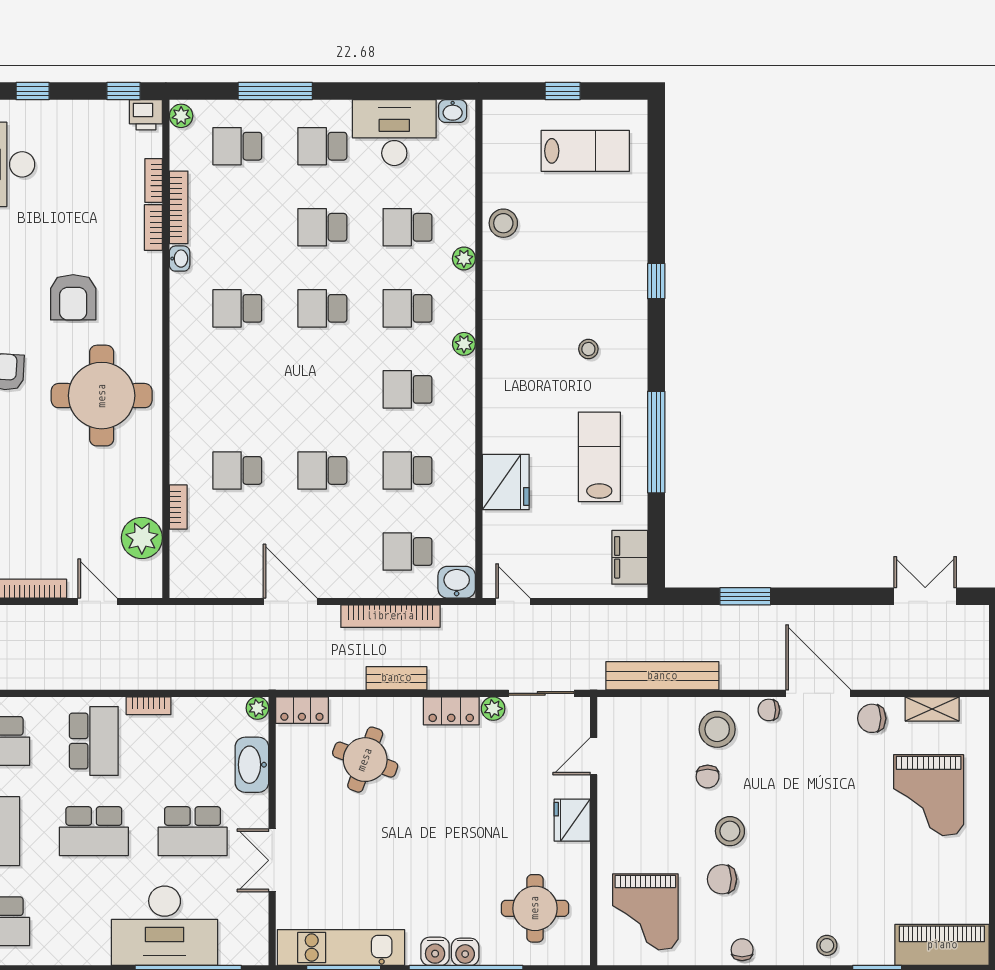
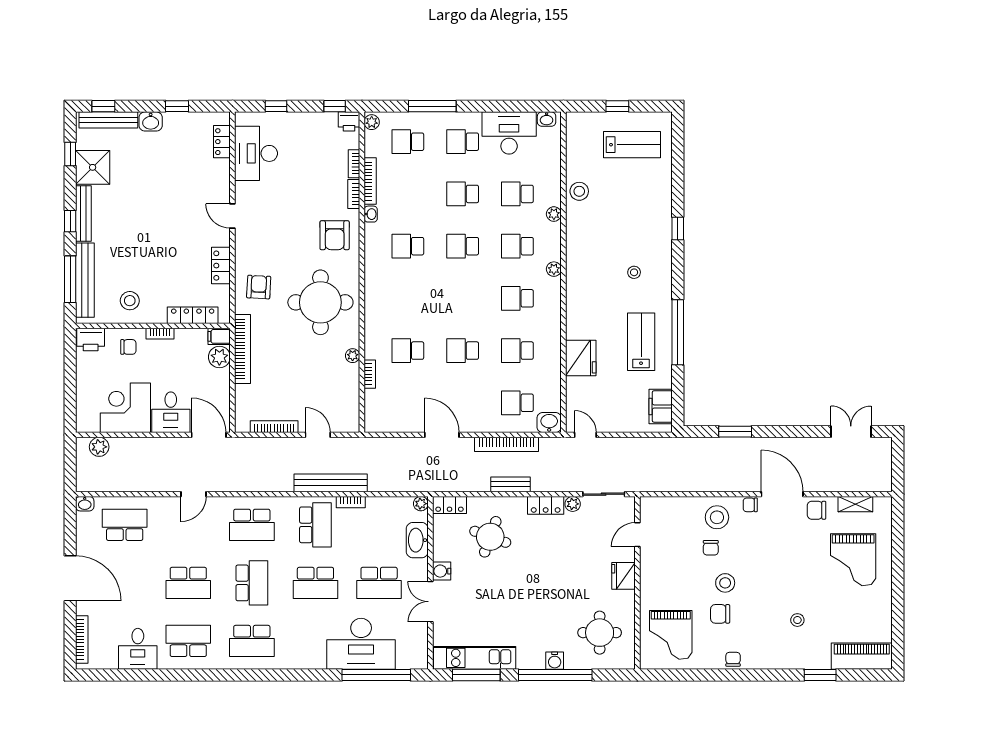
armchair: (73, 297) -> (335, 235), moved
plant: (142, 538) -> (353, 356), moved, width x0.53, depth x0.53
bench: (662, 676) -> (331, 483), moved
stool: (827, 945) -> (797, 620), moved
water cooler: (435, 951) -> (442, 571), moved, turned 90

